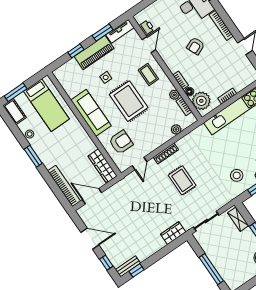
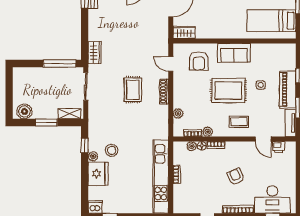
plant: (201, 101) -> (192, 146), width x0.53, depth x0.53
sofa: (91, 113) -> (234, 53), width x0.73
wardrobe: (102, 166) -> (184, 32), width x0.67
stool: (237, 175) -> (112, 150), moved
rug: (182, 180) -> (133, 90), turned 90
window: (211, 269) -> (60, 63), moved

